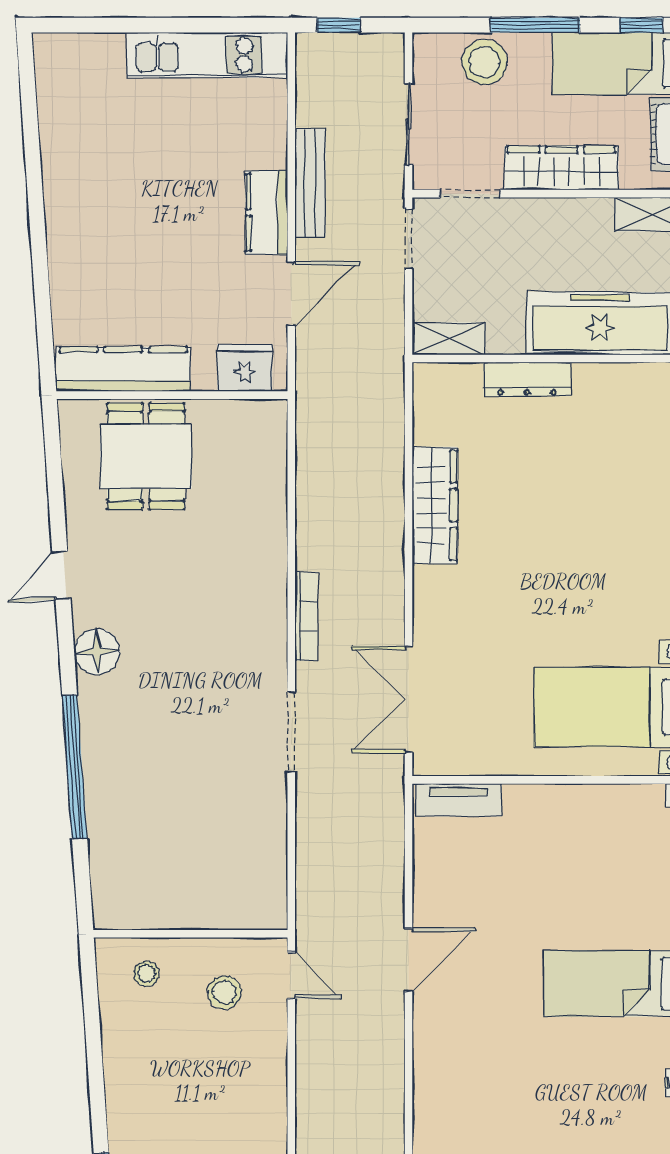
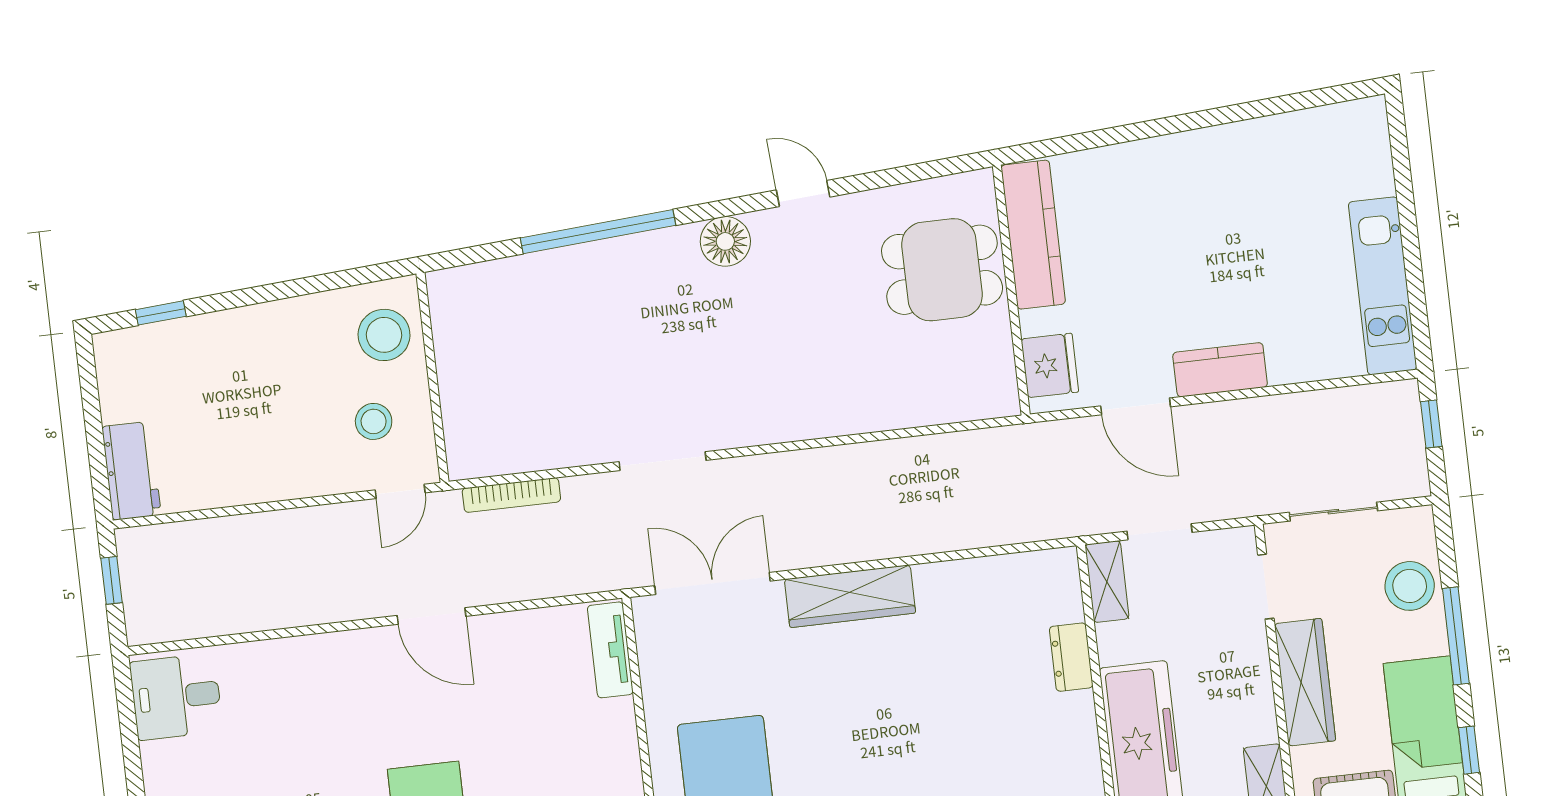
bench: (310, 183) -> (1257, 413), removed
doorway: (409, 239) -> (1159, 532), moved
dresser: (527, 379) -> (1071, 657), width x0.70
wardrobe: (435, 505) -> (850, 596), moved
bookcase: (306, 616) -> (511, 495), moved
stool: (146, 974) -> (384, 335), width x1.89, depth x1.89

